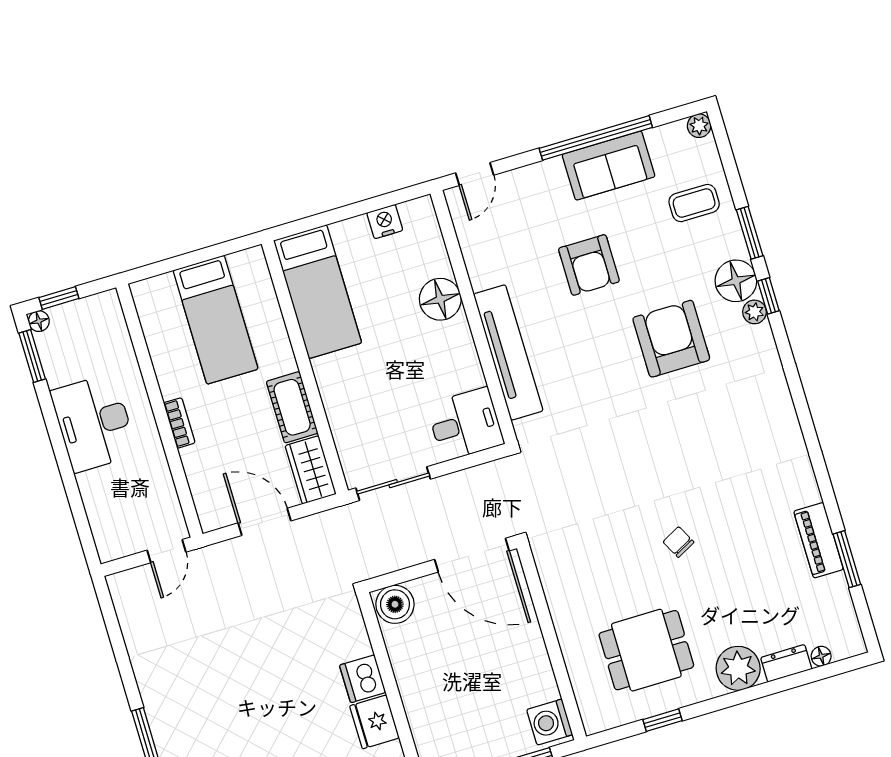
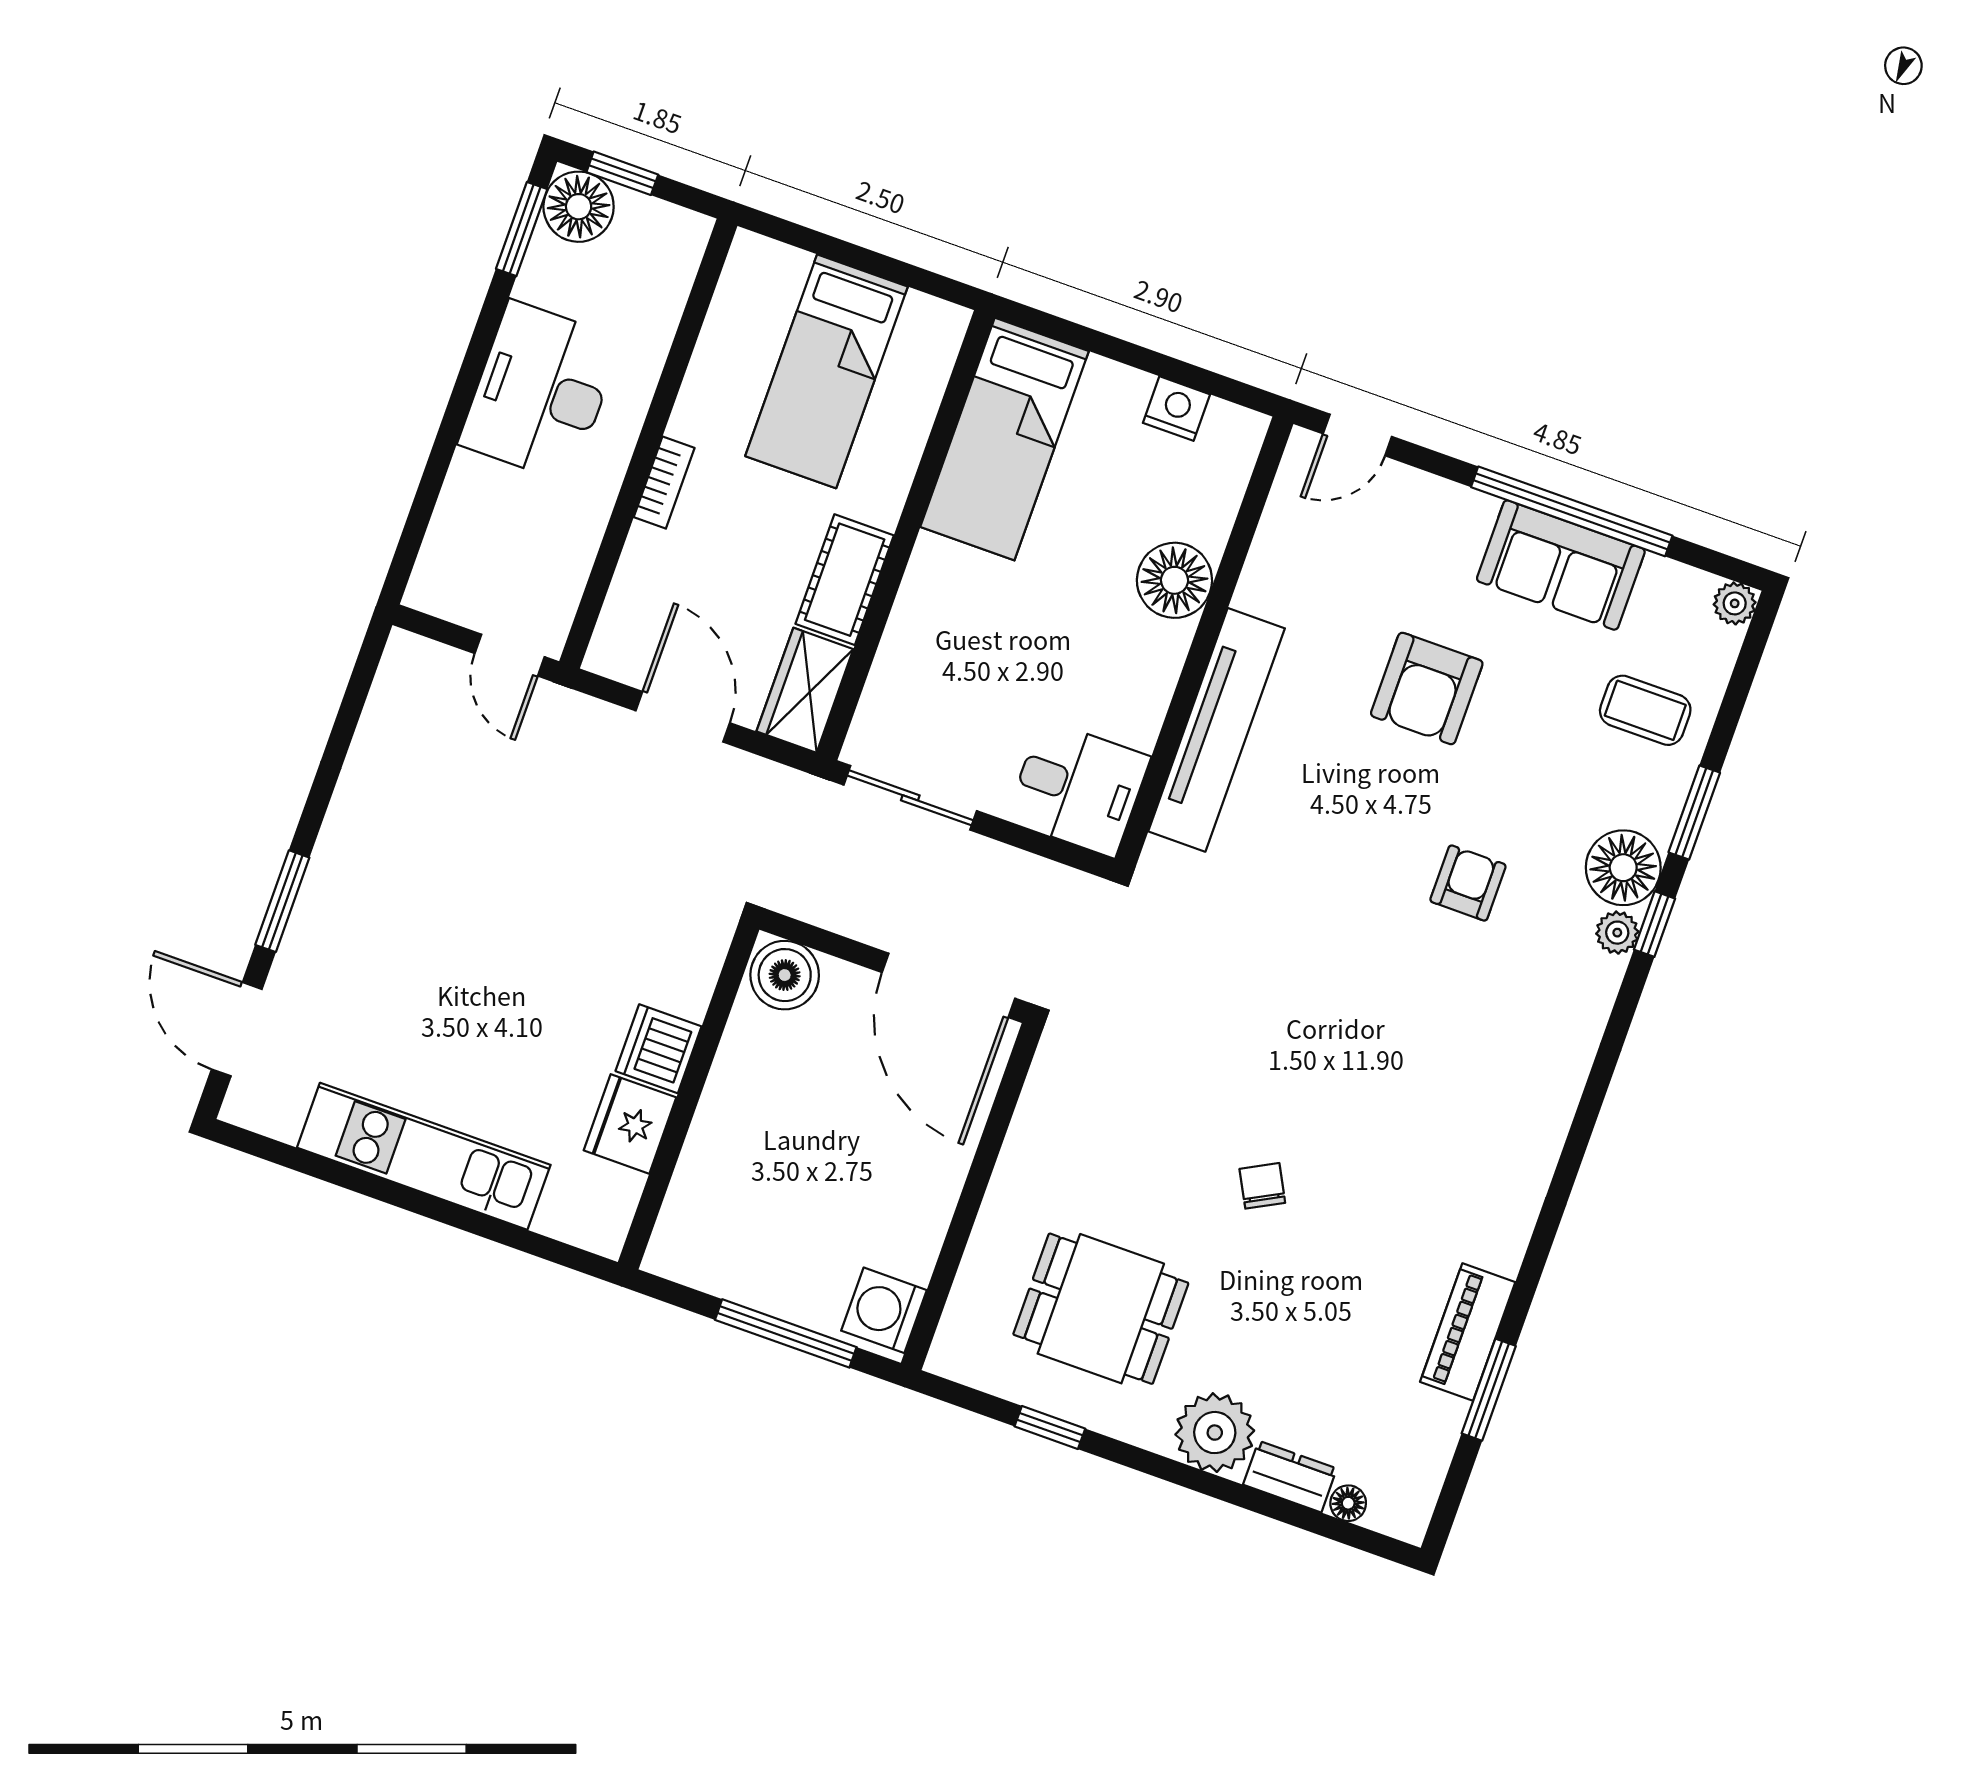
floor lamp: (39, 321) -> (579, 207), width x1.89, depth x1.89
armchair: (671, 339) -> (1468, 883), width x0.53, depth x0.53
door: (167, 551) -> (510, 655), hinge flipped

